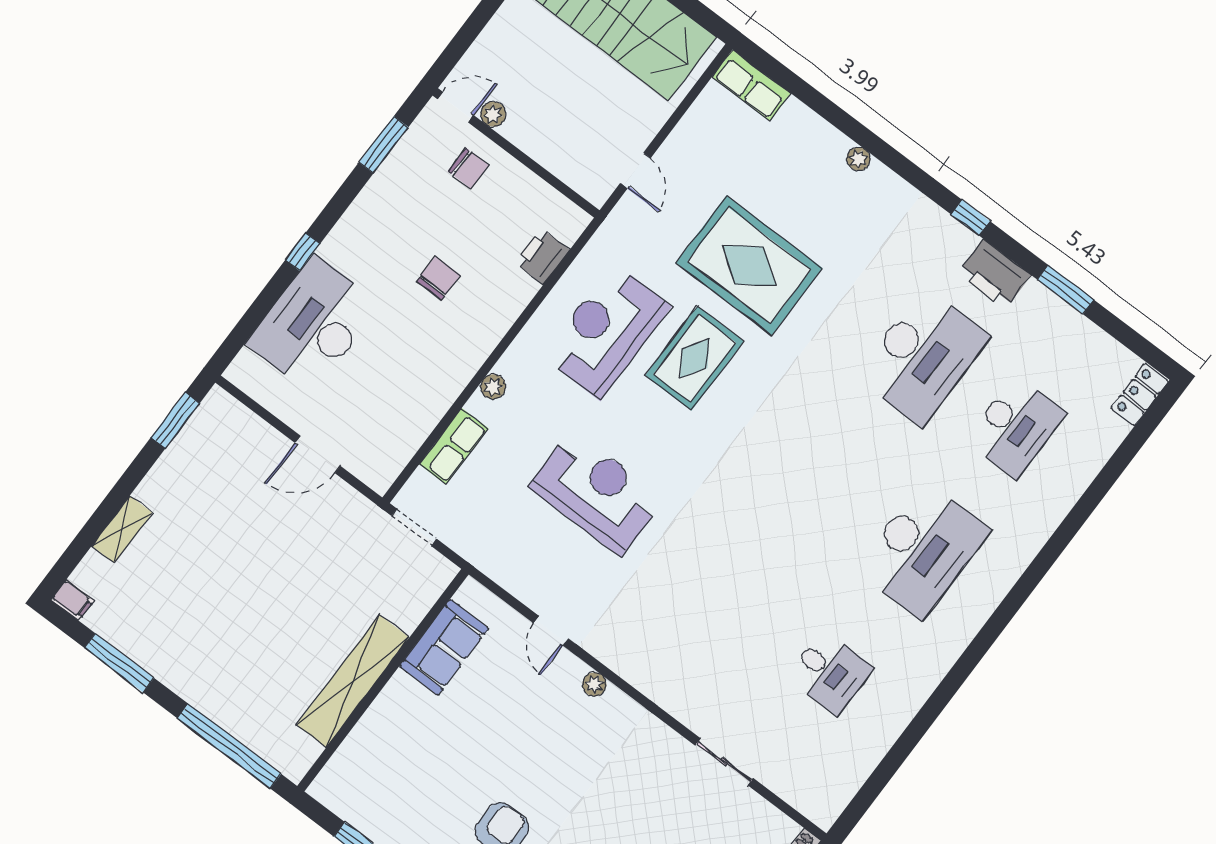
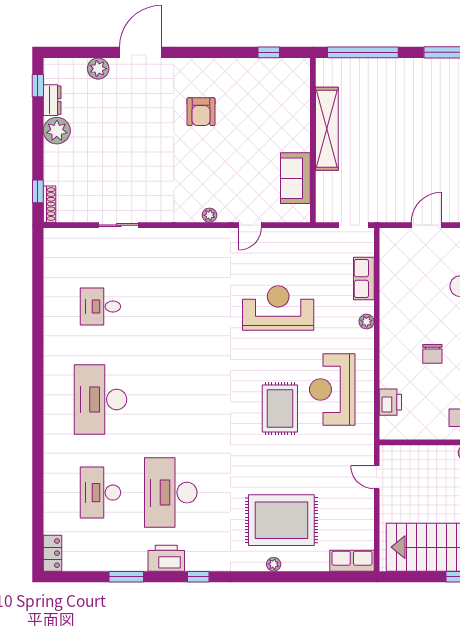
rug: (749, 265) -> (281, 520), moved
reception desk: (606, 331) -> (332, 389), turned 180
reception desk: (596, 493) -> (278, 308), turned 180
door: (551, 631) -> (250, 225), swing flipped

